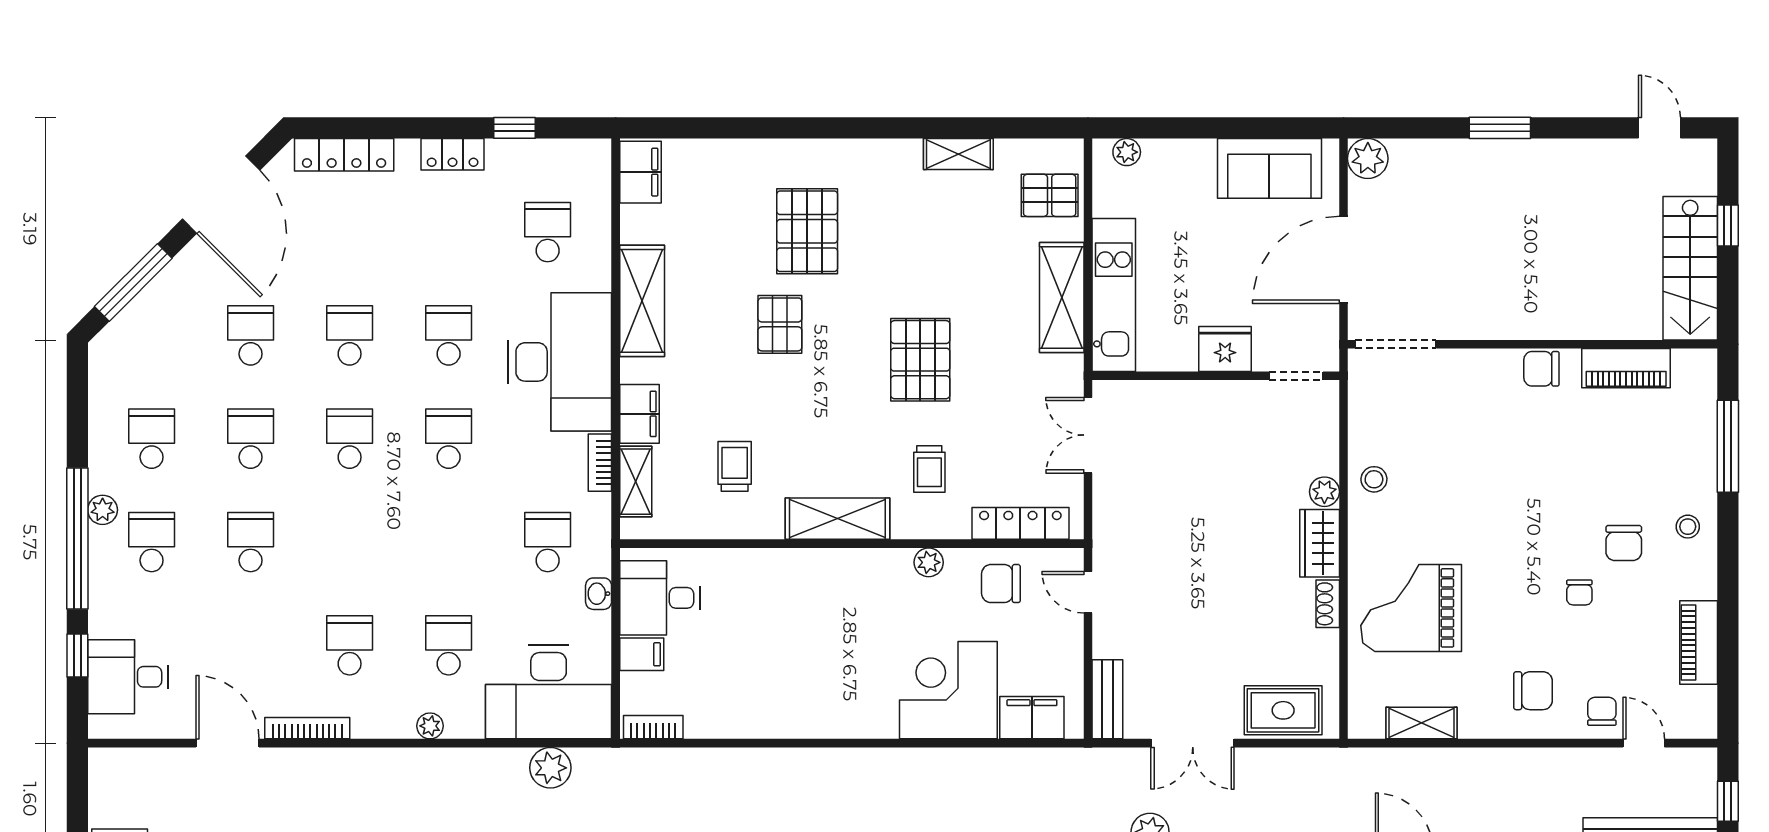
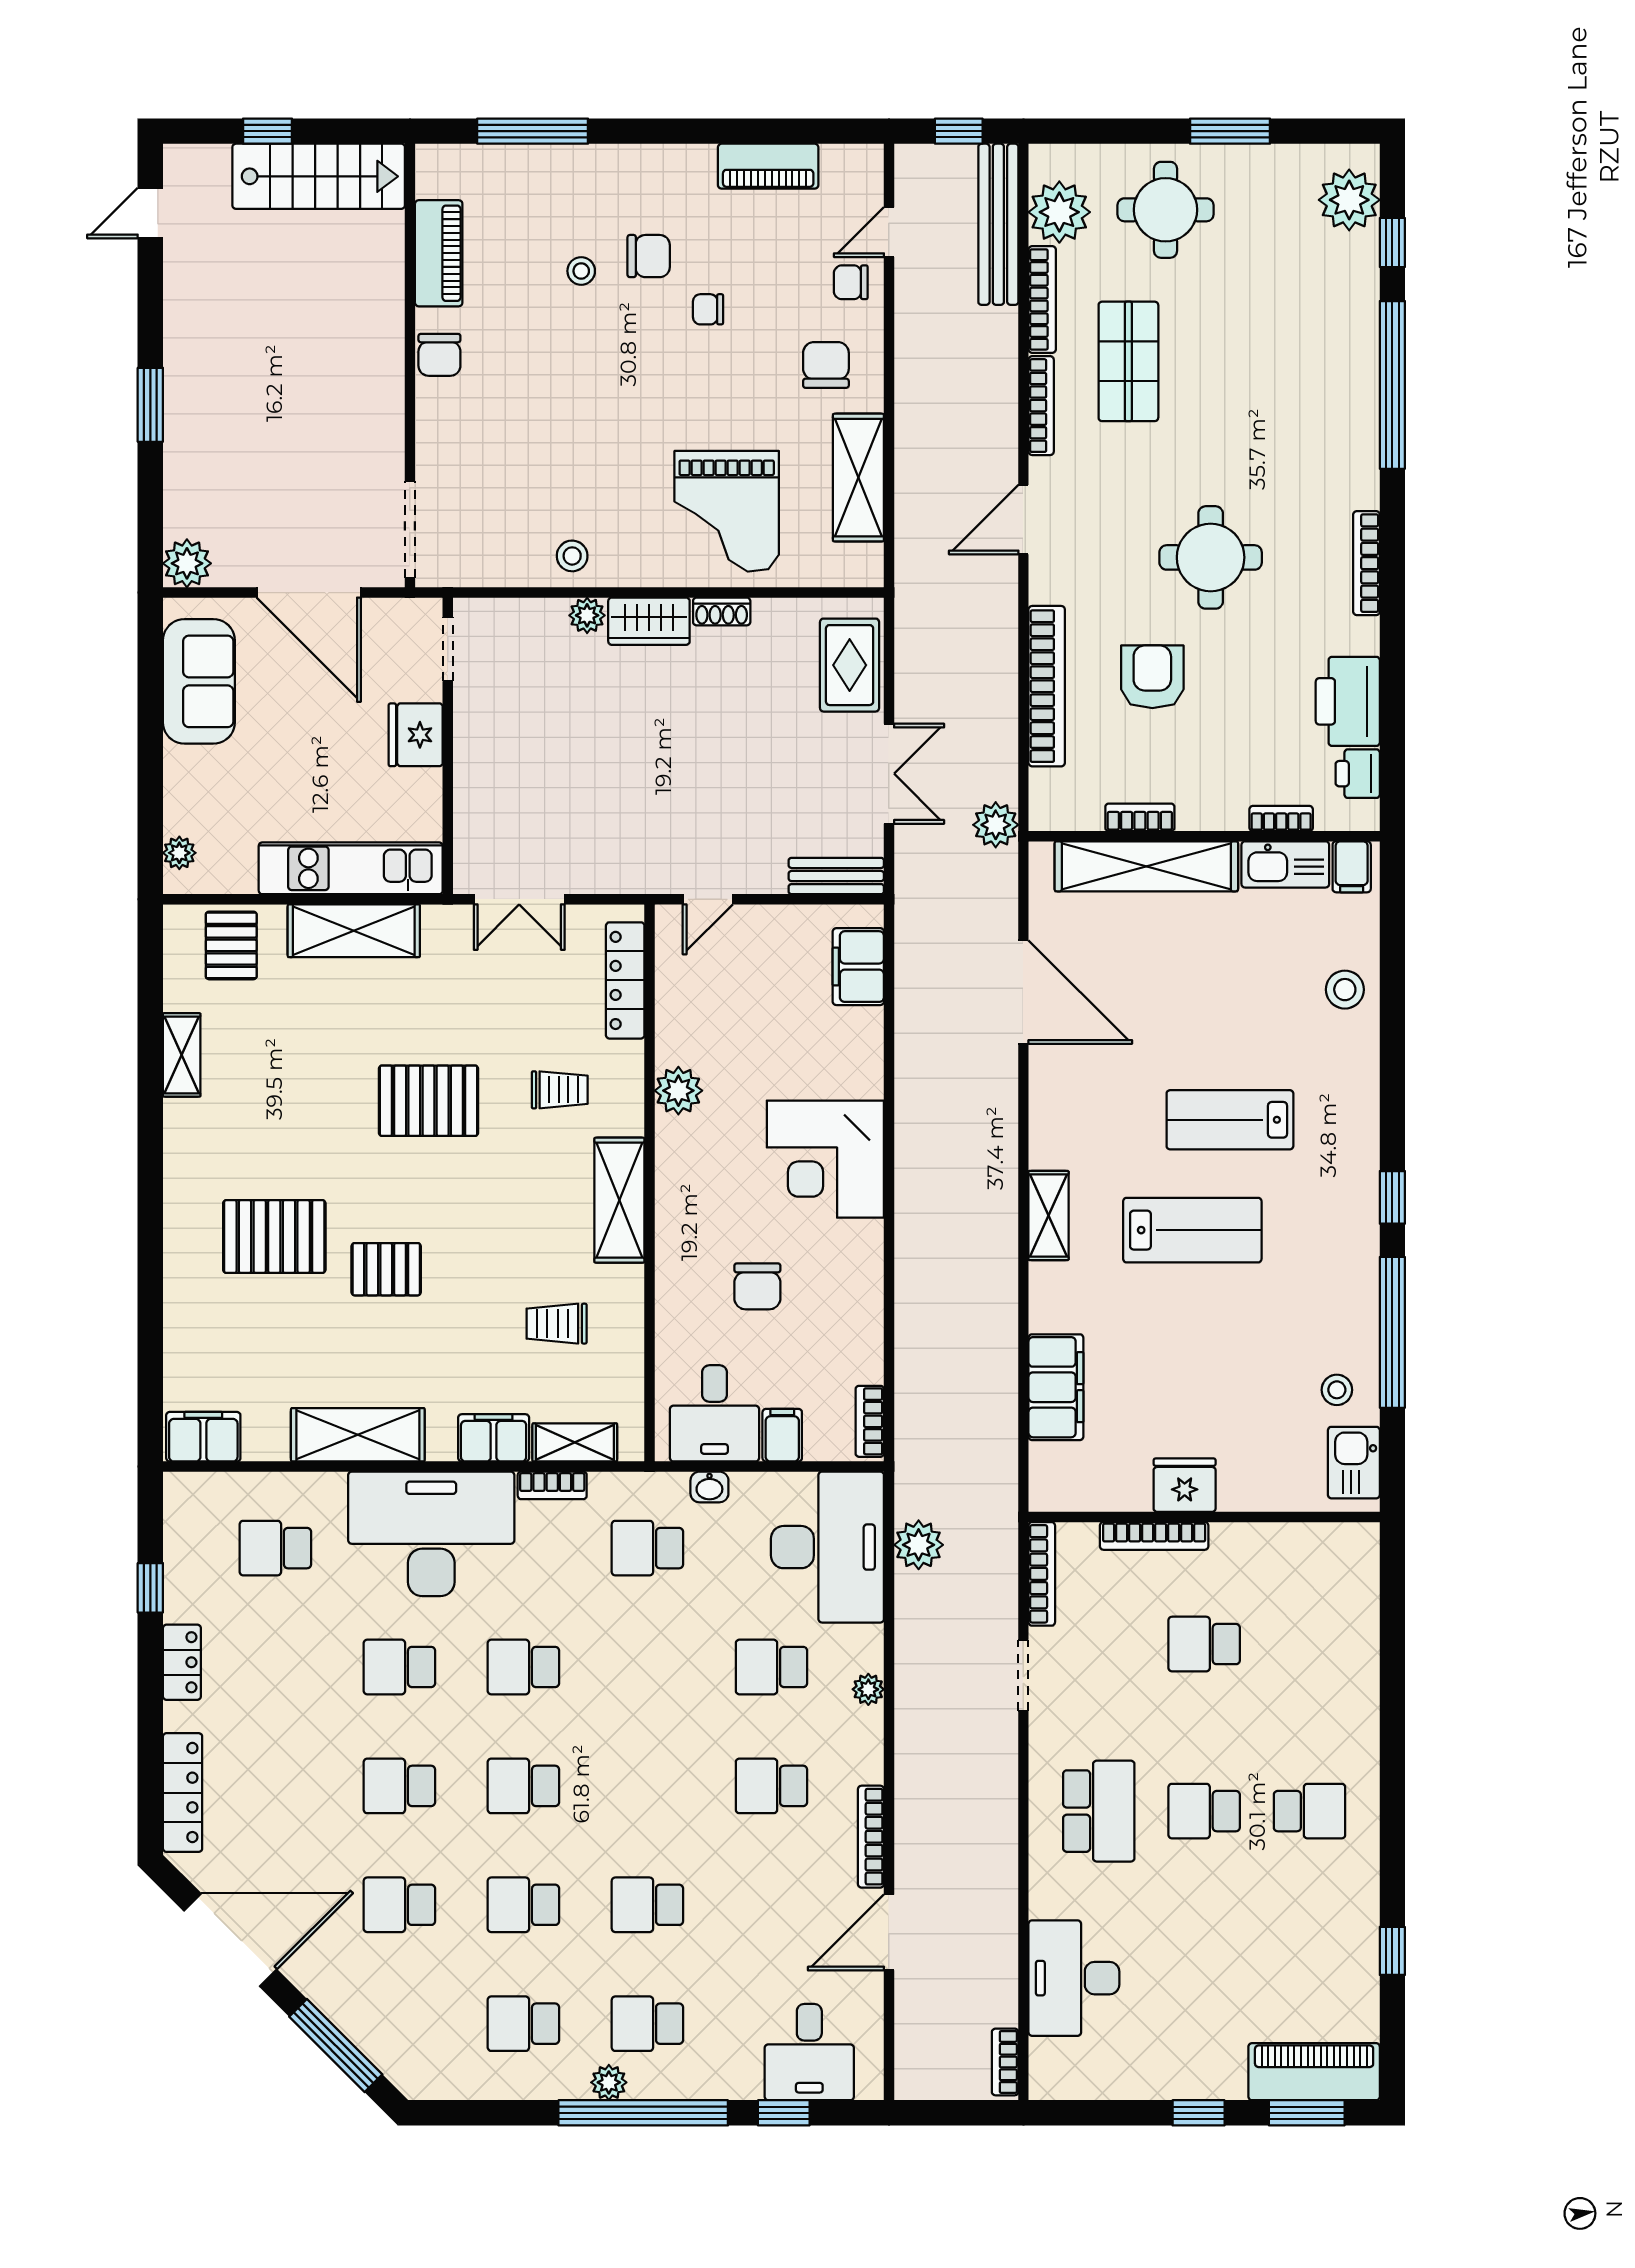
stool: (1688, 527) -> (581, 271), moved
plant: (929, 562) -> (678, 1091), width x1.38, depth x1.38
chair: (1001, 584) -> (757, 1286), moved
chair: (1579, 592) -> (708, 309), turned 180
corner desk: (948, 690) -> (825, 1159), moved
shelving: (1421, 723) -> (858, 478), width x1.50, depth x1.33

